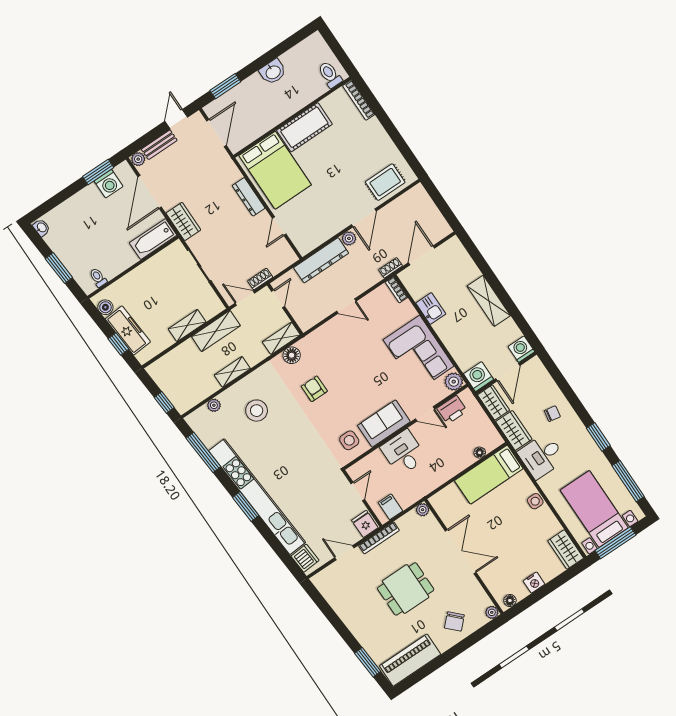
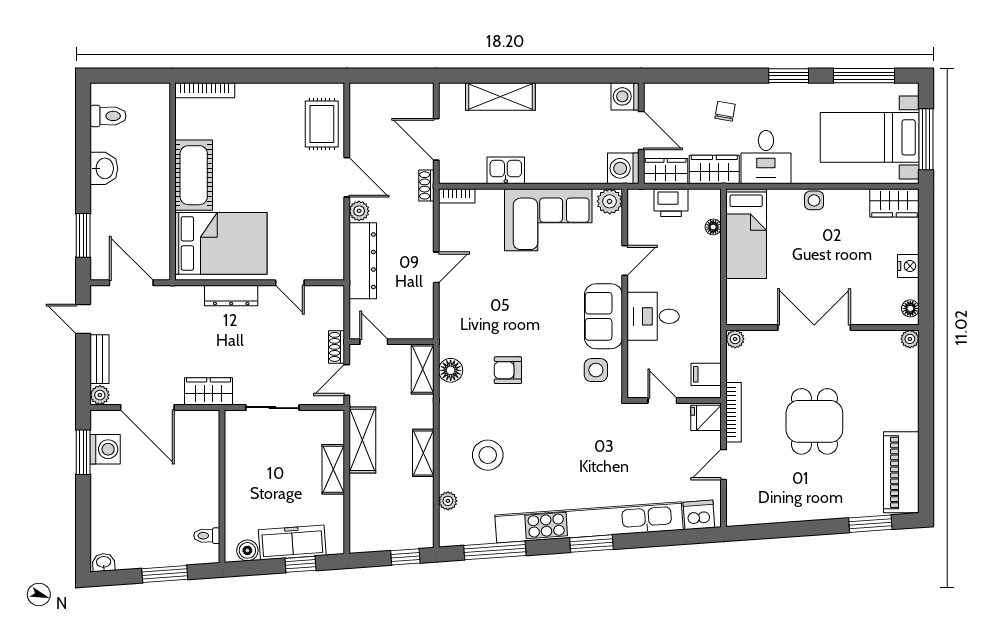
toilet: (330, 75) -> (108, 116), moved, turned 180
bathtub: (153, 239) -> (205, 441), removed
shelving: (489, 301) -> (500, 97), moved
printer: (452, 410) -> (671, 203), moved, turned 90
chair: (454, 621) -> (891, 390), removed

